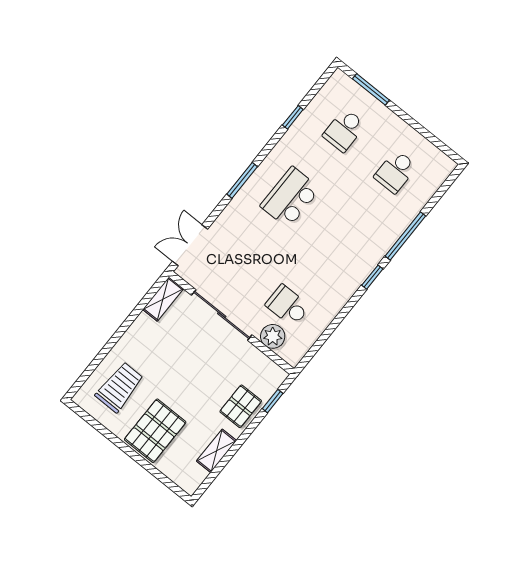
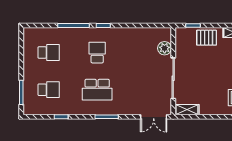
school desk: (288, 306) -> (97, 53), moved, turned 180

